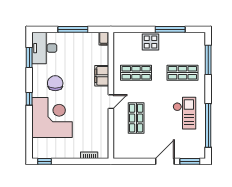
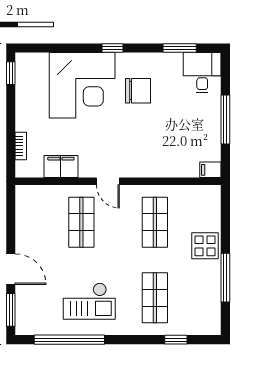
desk: (44, 48) -> (202, 73), width x0.73
window: (208, 60) -> (176, 340), width x0.46
filing cabinet: (102, 76) -> (61, 166), moved
shop shelf: (136, 118) -> (81, 222), turned 90

